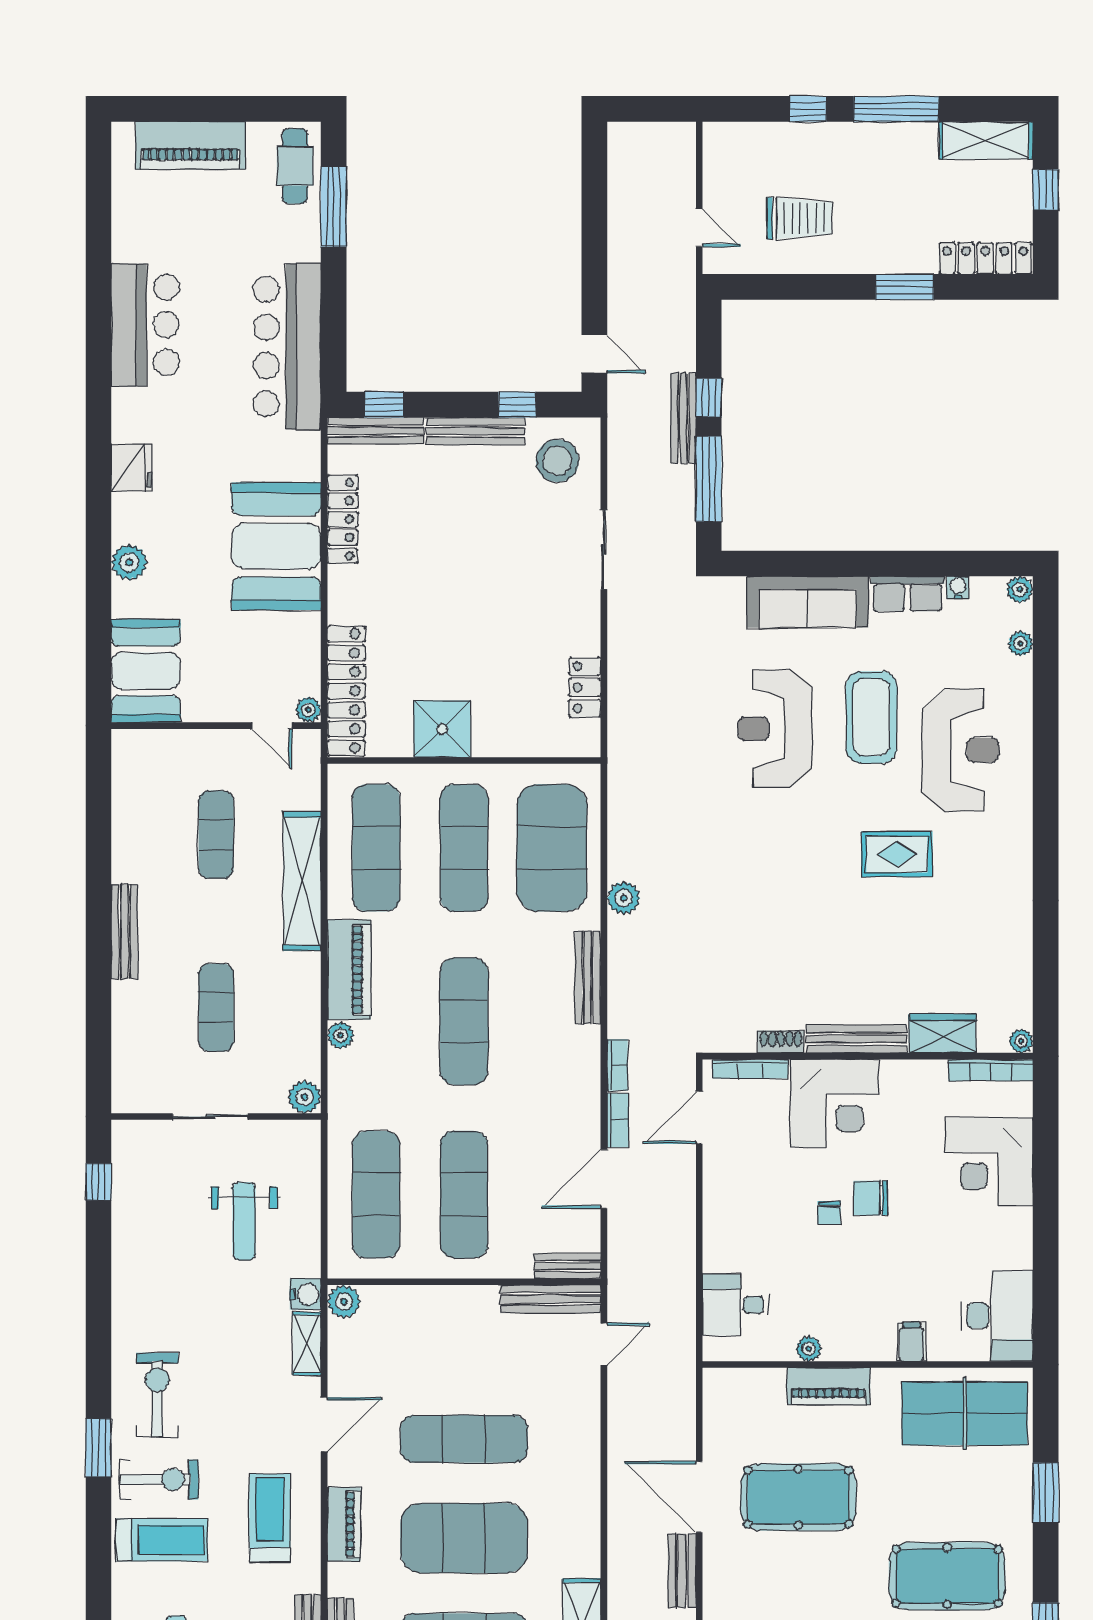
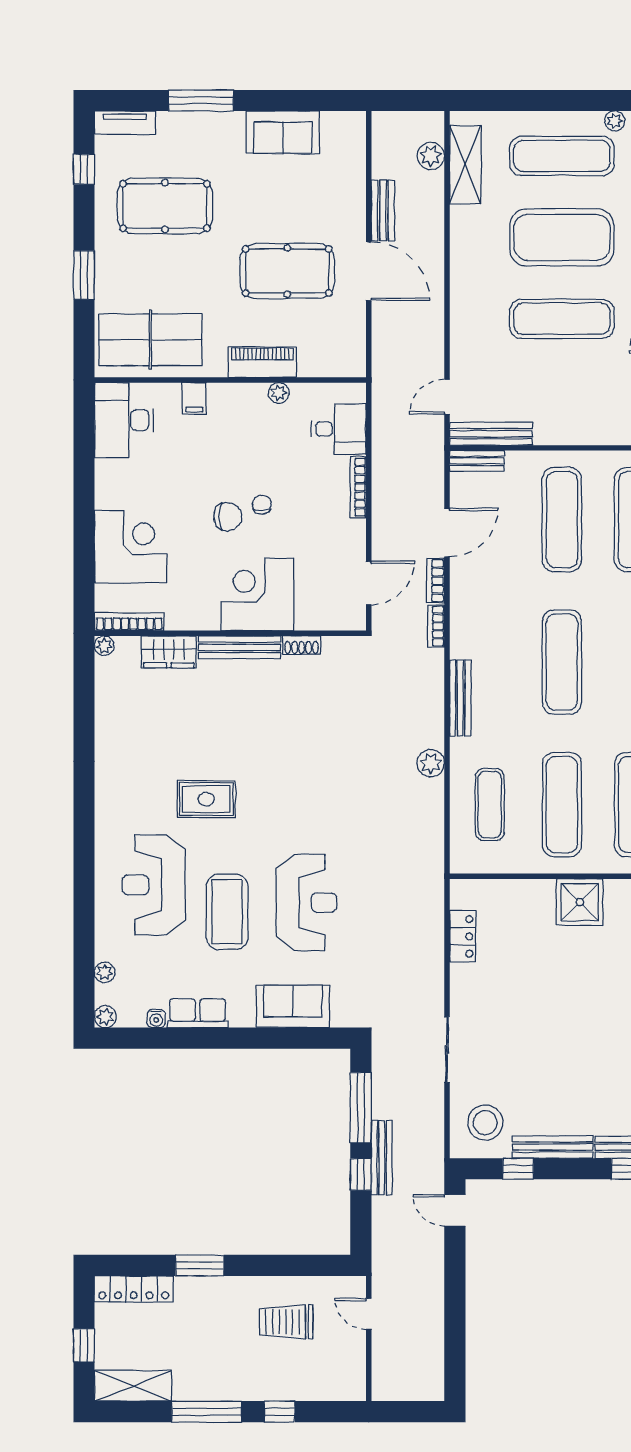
sofa: (808, 602) -> (293, 1007), width x0.73
exercise mat: (552, 848) -> (490, 805), width x0.50, depth x0.69
bookcase: (750, 1069) -> (358, 487), moved, turned -90

